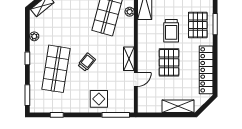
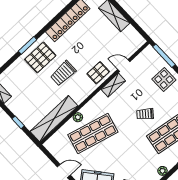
trolley: (171, 31) -> (63, 73), turned 180
pallet: (169, 62) -> (98, 73), moved, width x0.67, depth x0.71

